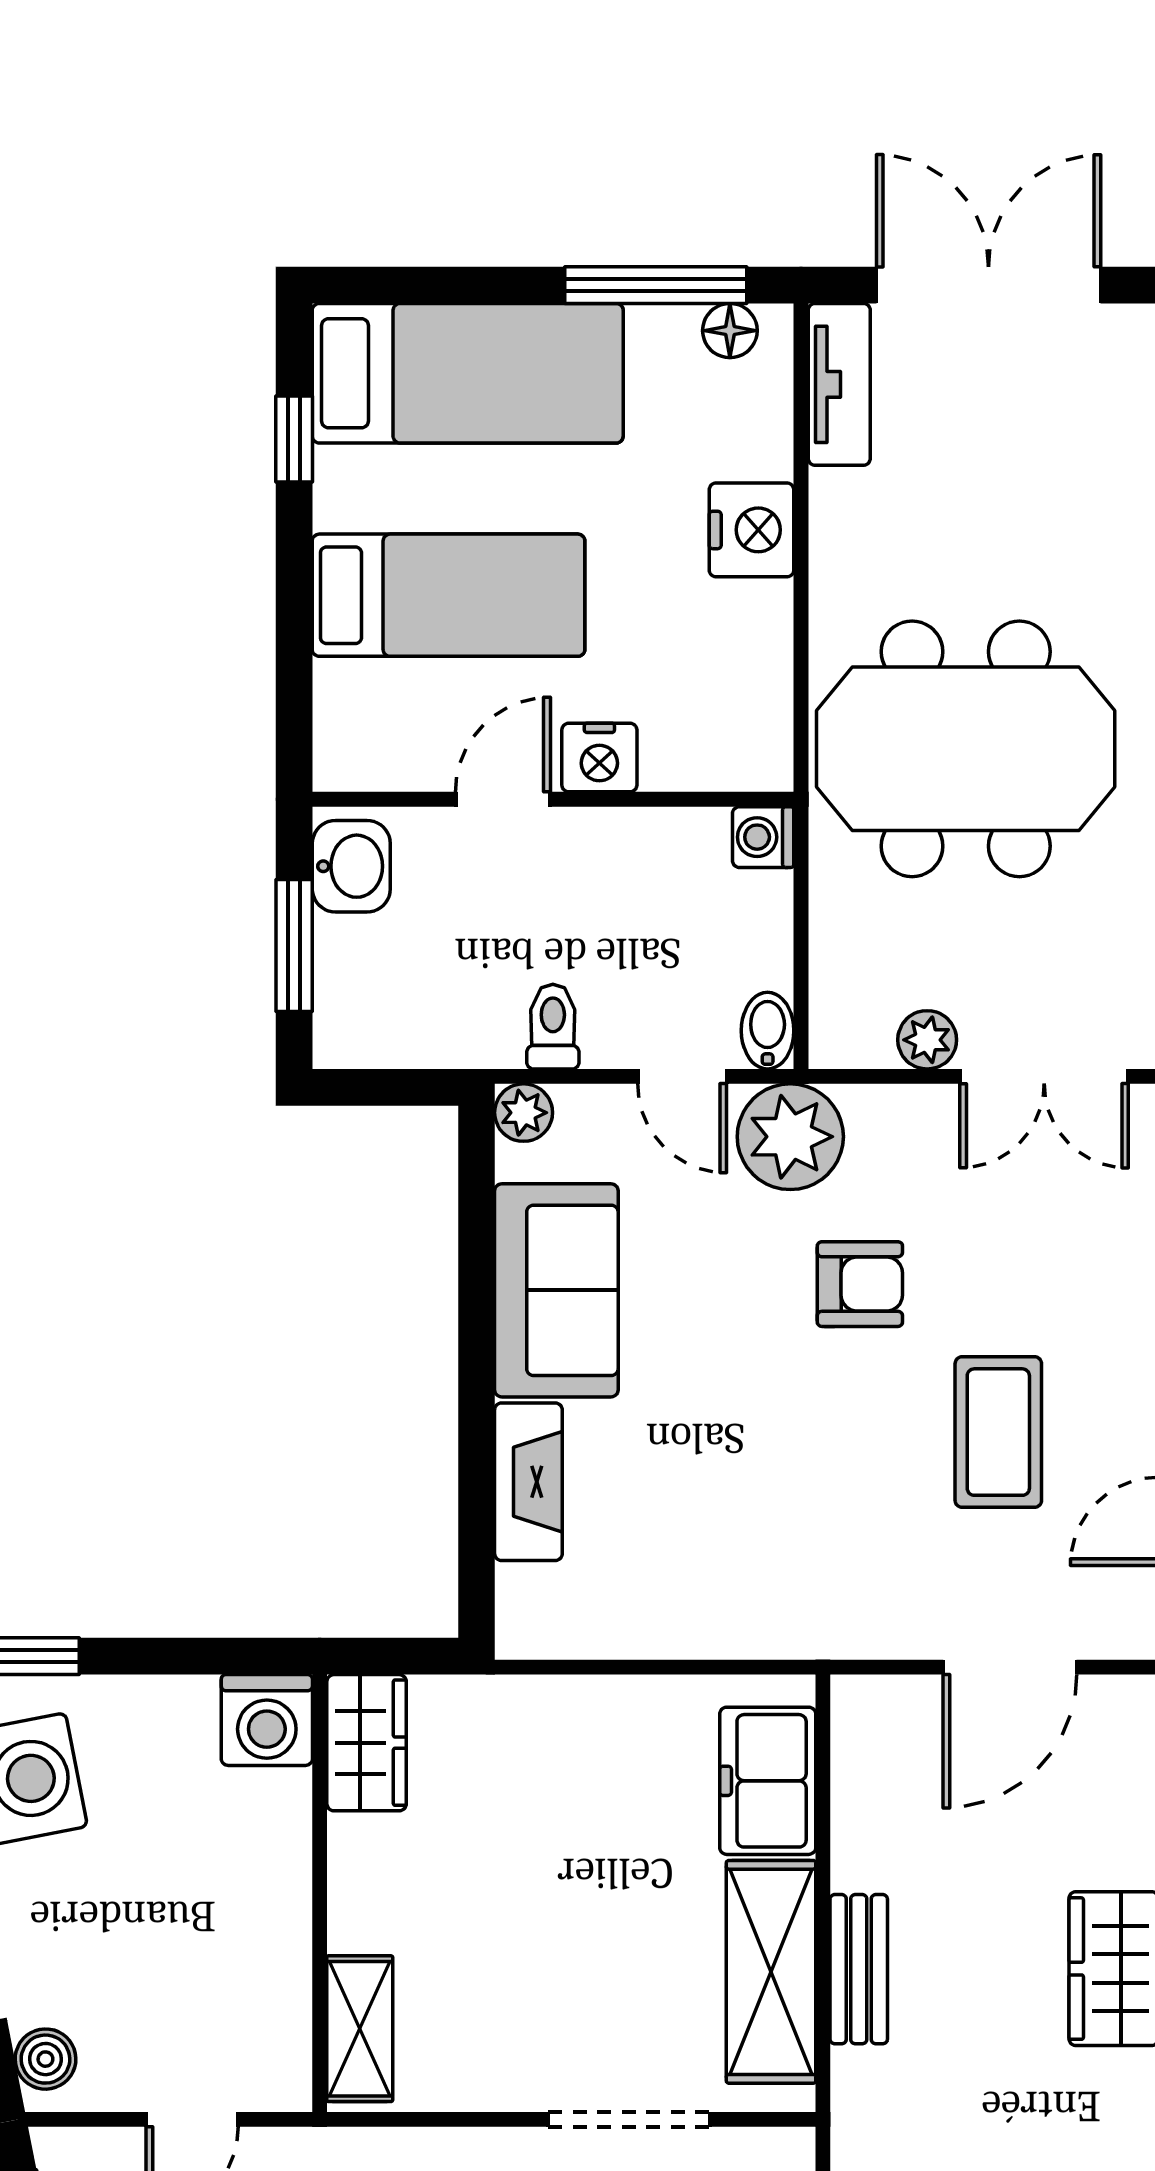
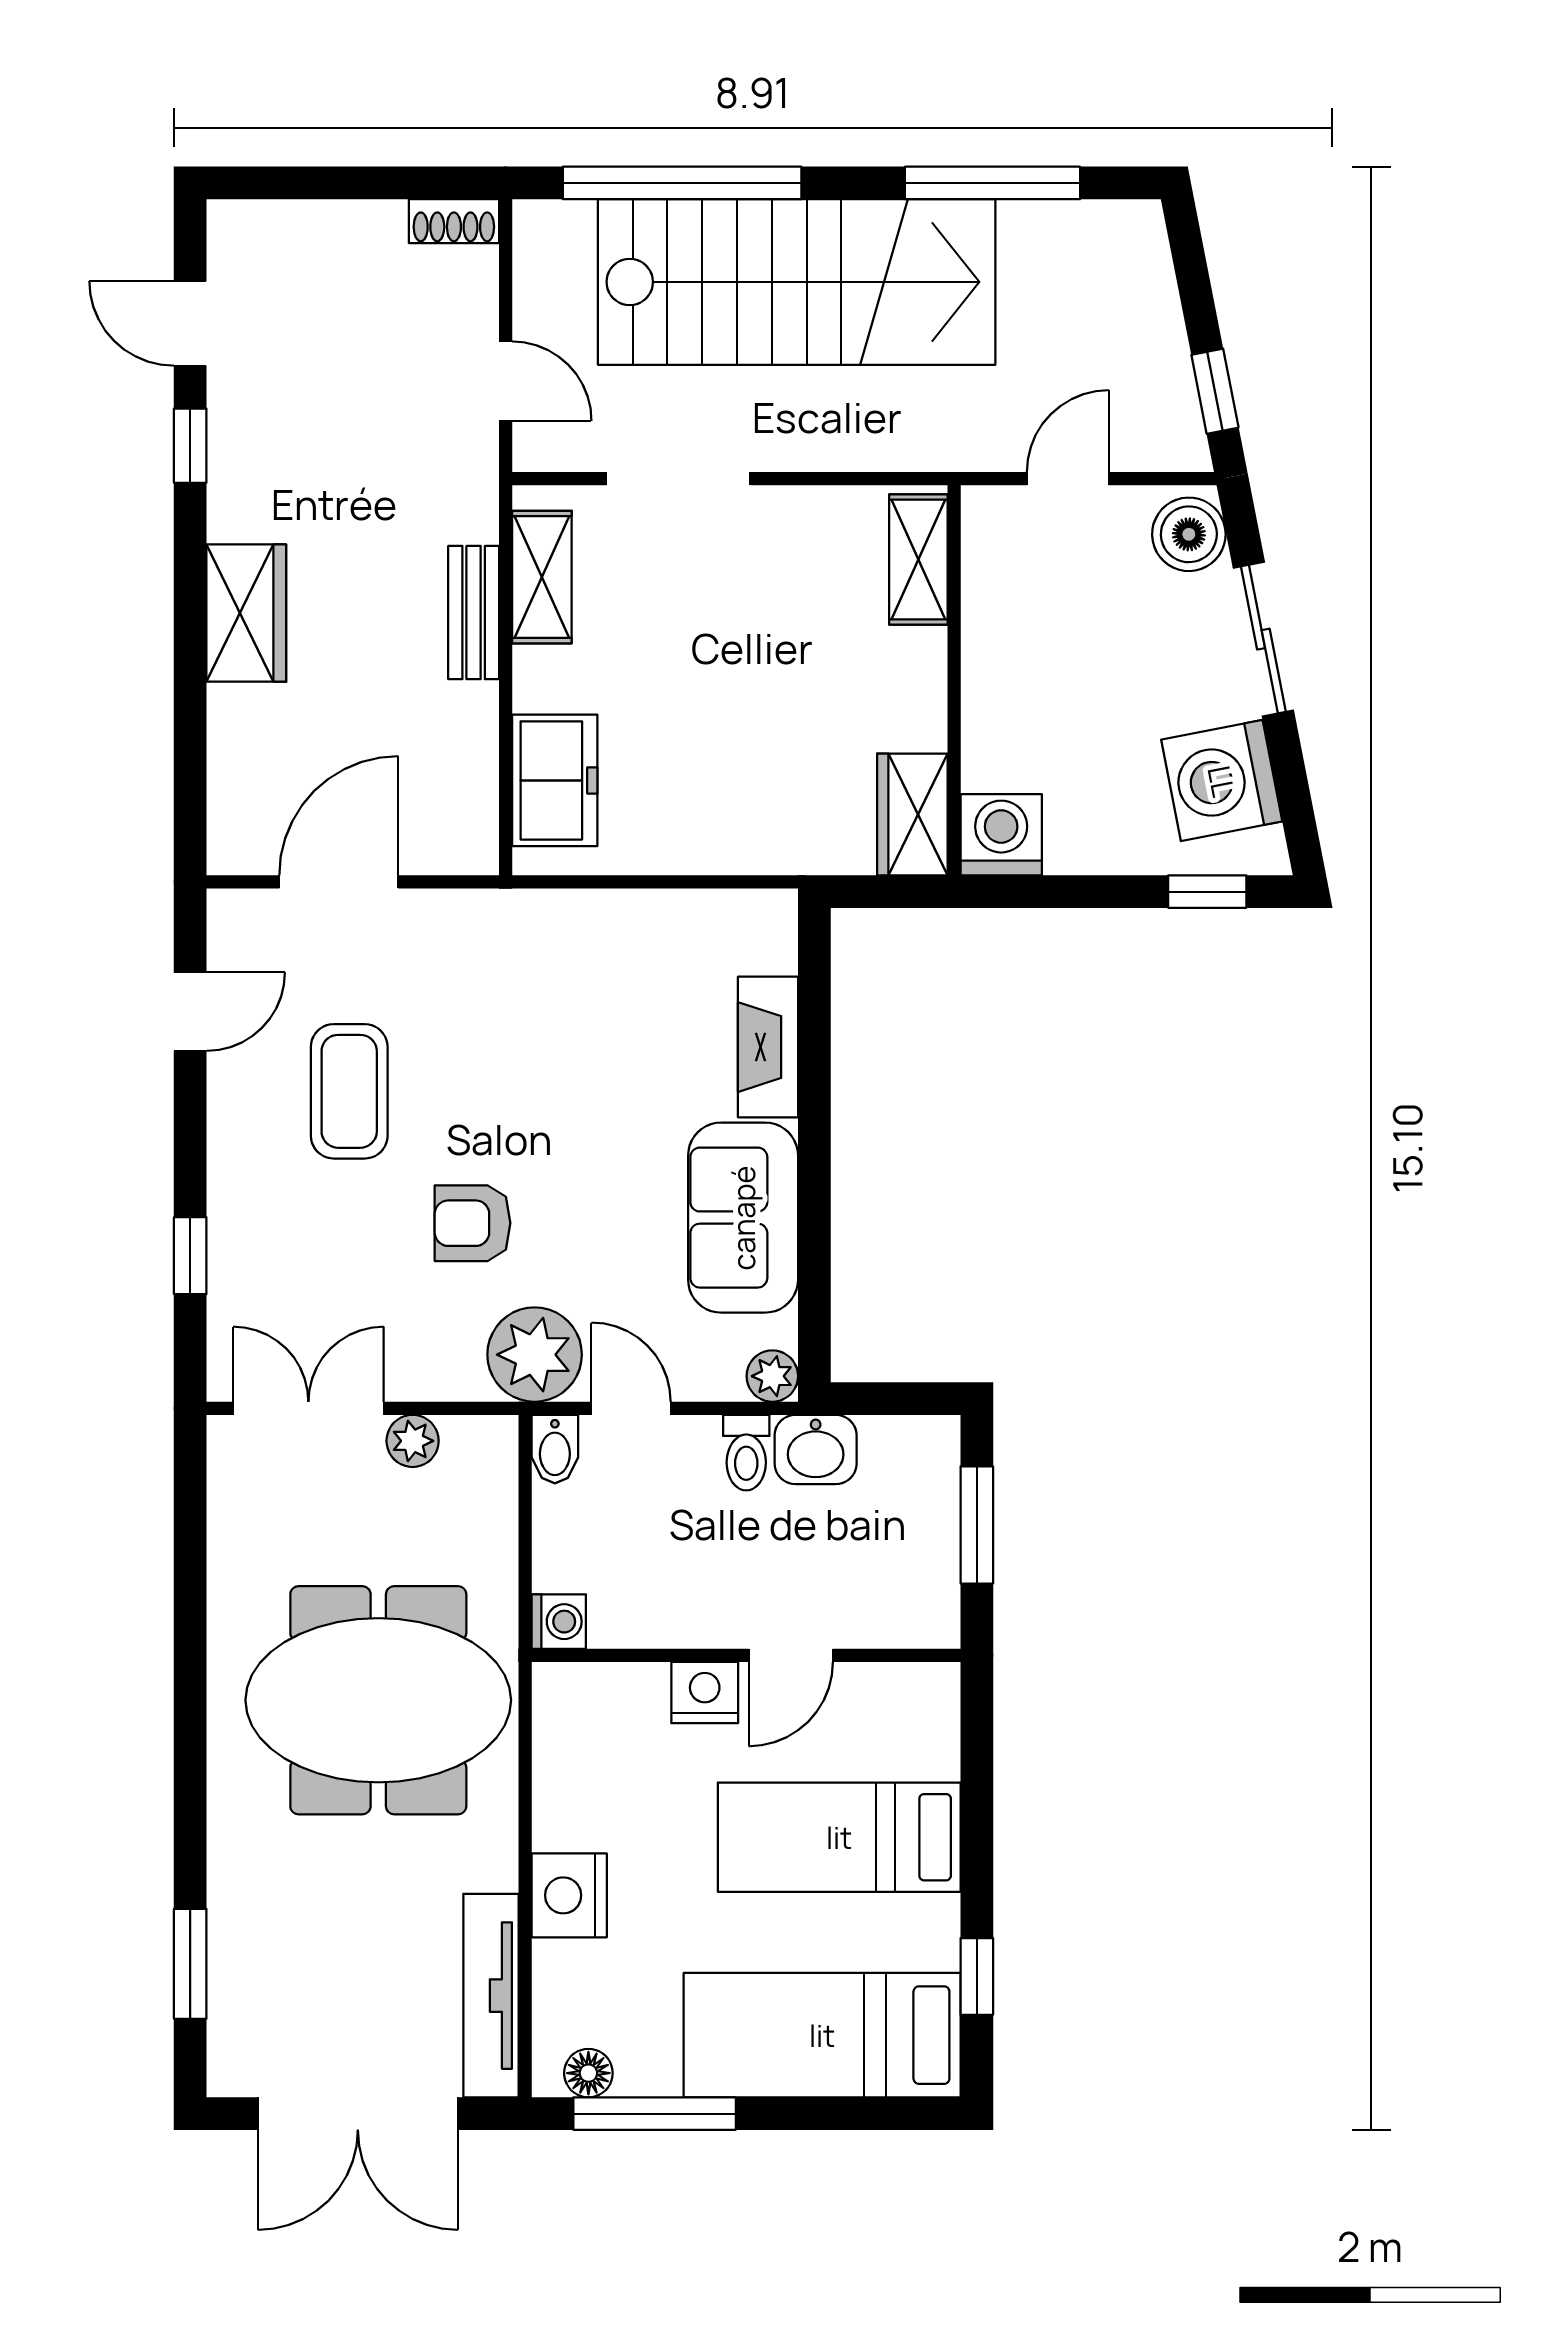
tv unit: (839, 384) -> (491, 1996), width x1.41
washbasin: (351, 866) -> (816, 1449), moved, turned -90
shelving: (771, 1972) -> (542, 577), width x0.67, depth x0.75
boiler: (45, 2059) -> (1189, 534), width x1.36, depth x1.36

